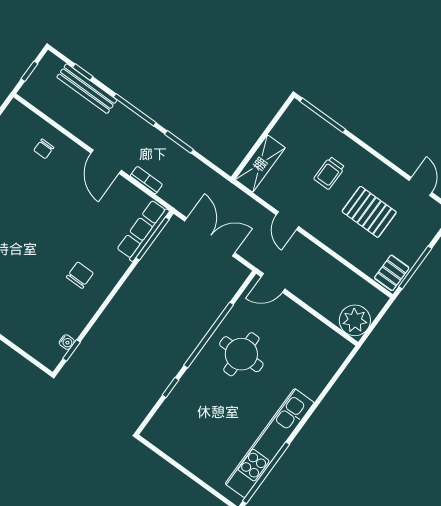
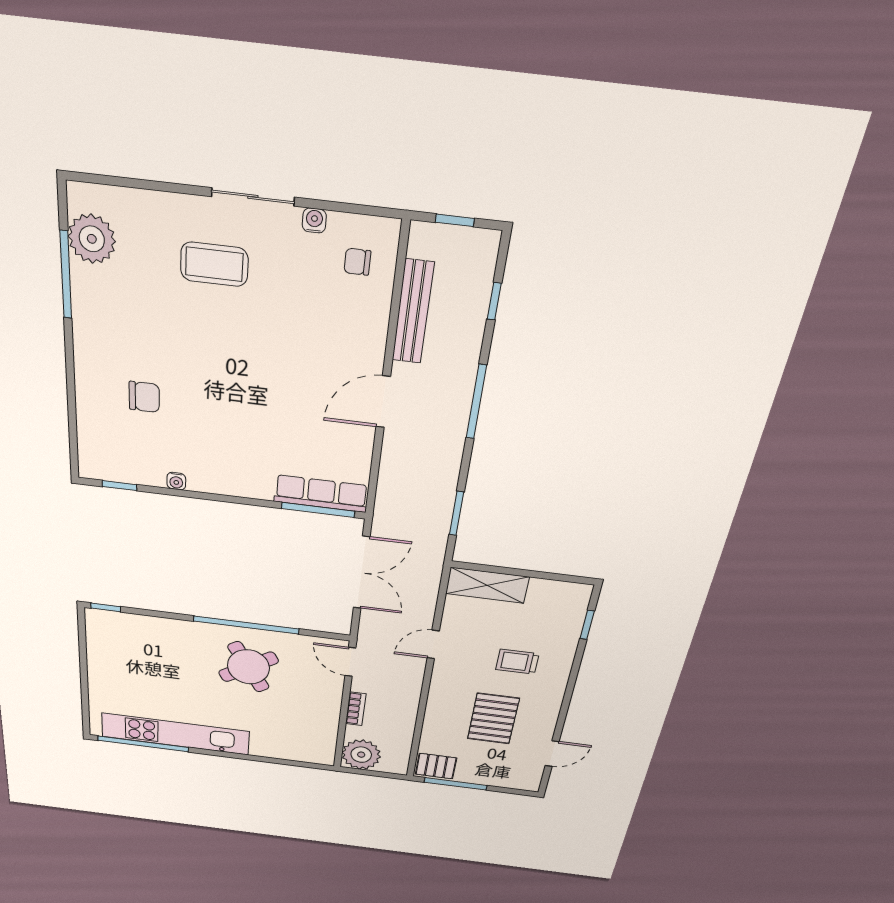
bench: (87, 89) -> (413, 312), moved
window: (323, 115) -> (587, 625), width x0.46
window: (179, 142) -> (456, 513), moved
chair: (44, 149) -> (357, 262), moved
bookcase: (146, 180) -> (356, 709), moved
chair: (80, 275) -> (144, 397), moved
water cooler: (67, 342) -> (176, 481), moved
round table: (241, 354) -> (248, 667), turned -32
window: (170, 388) -> (106, 607), moved

